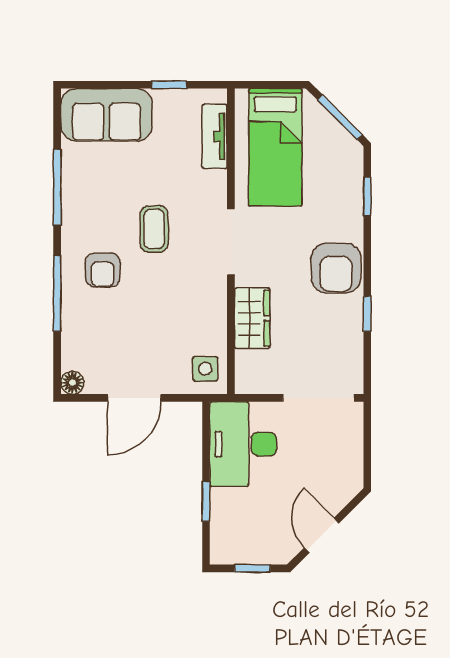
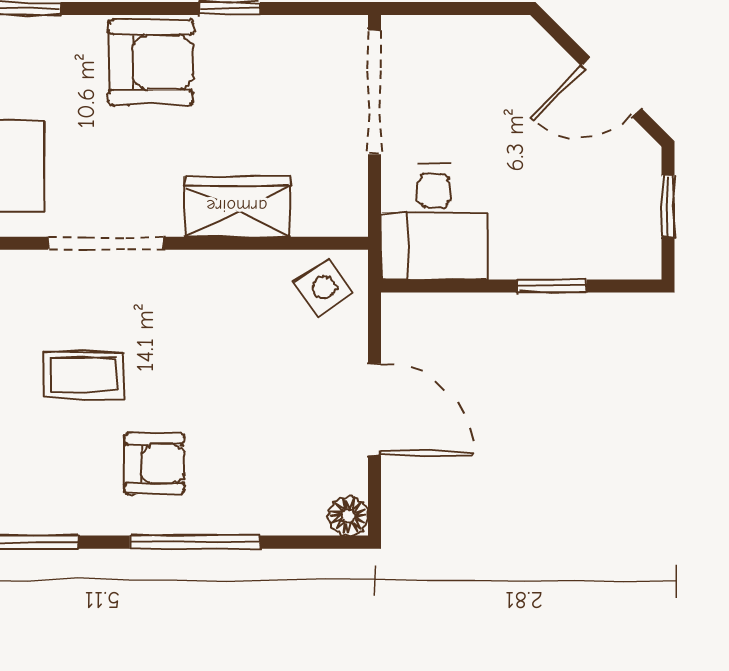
side table: (205, 369) -> (324, 287), turned -35
desk: (243, 444) -> (434, 222), width x0.73

